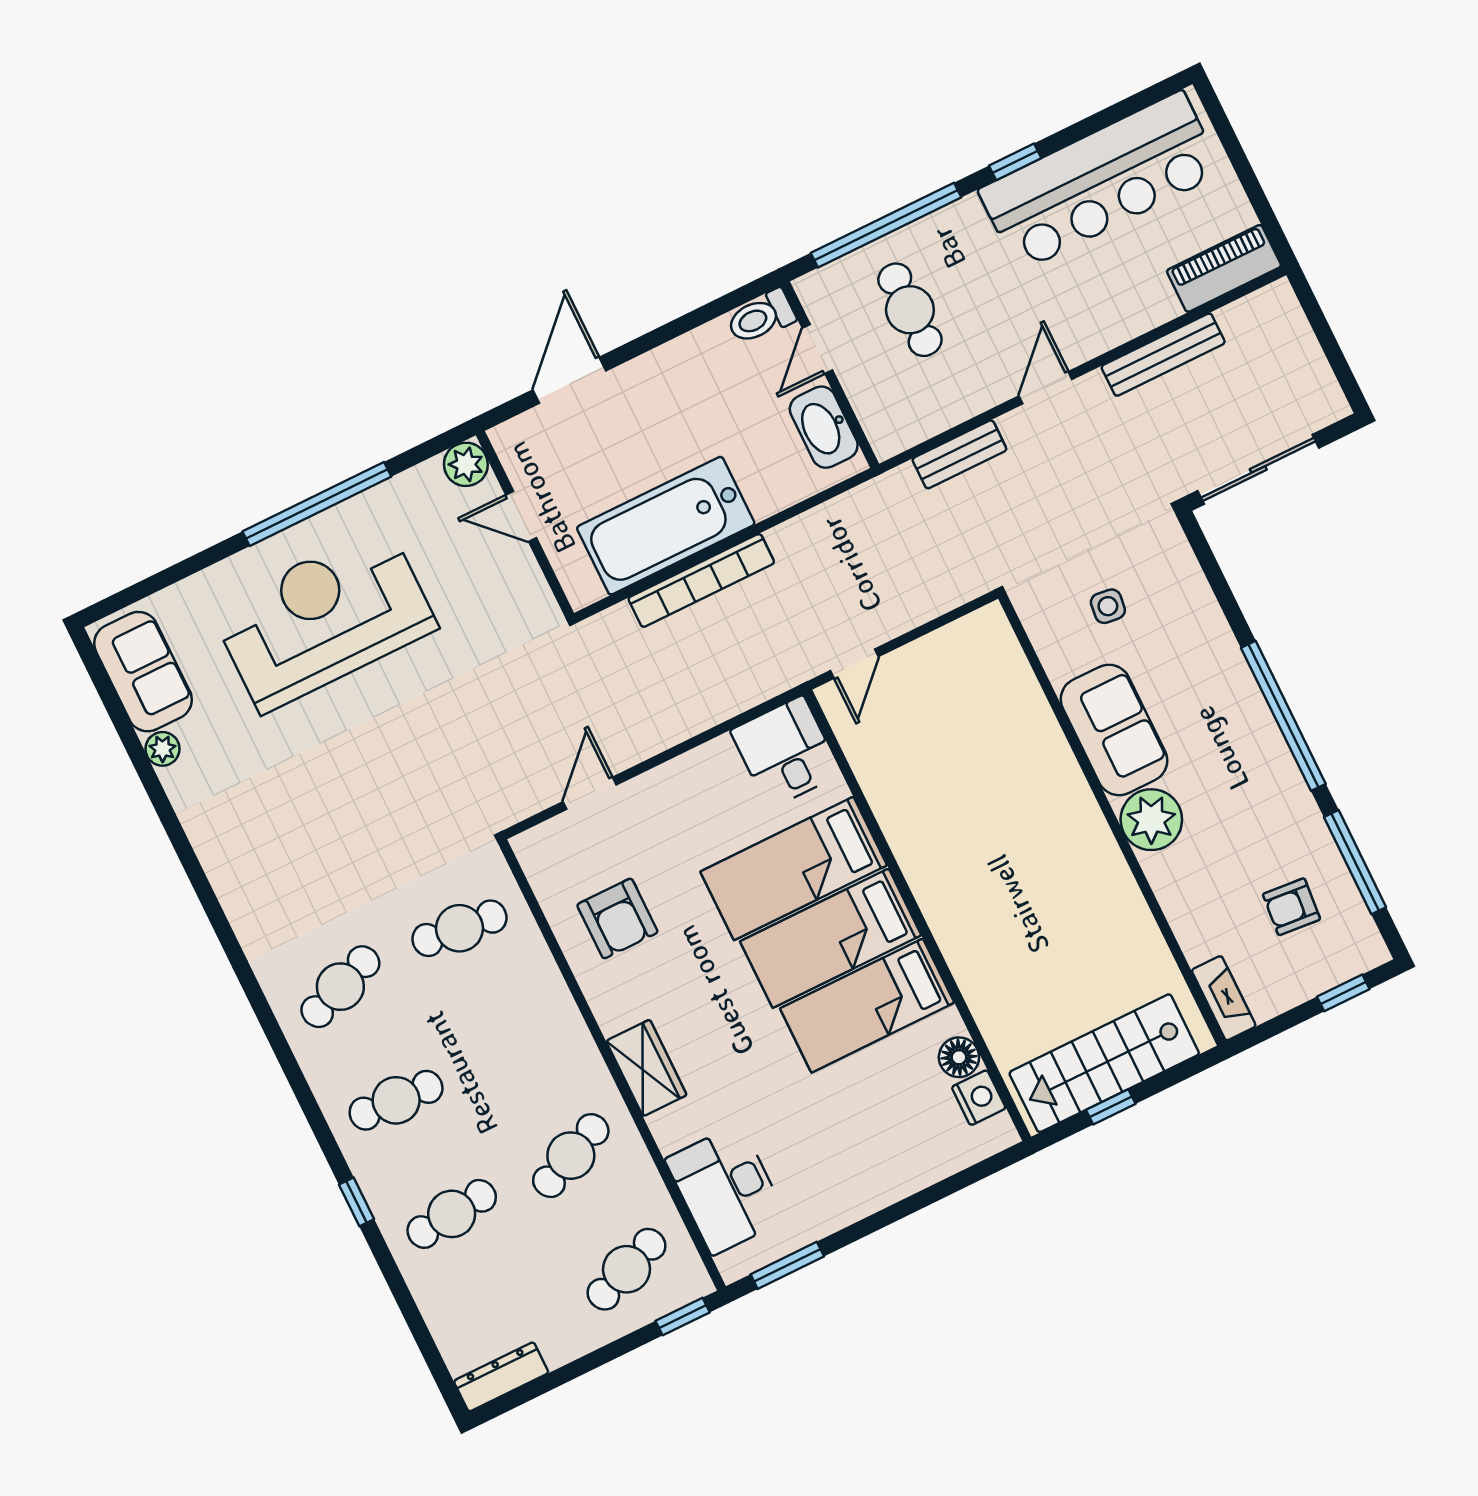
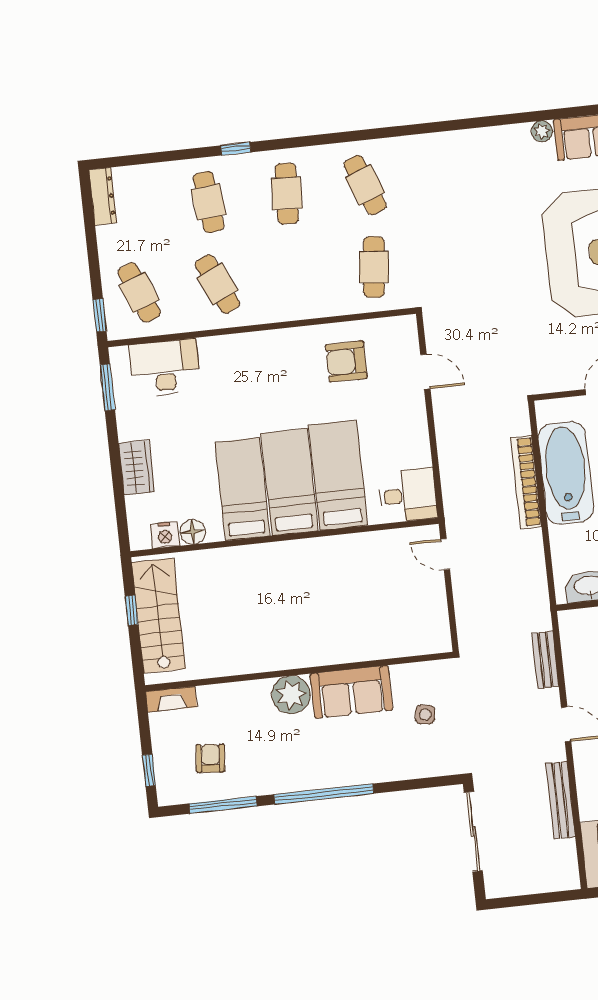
wardrobe: (646, 1068) -> (137, 468), moved, turned -90

